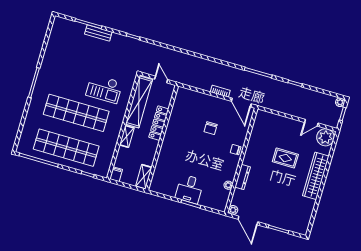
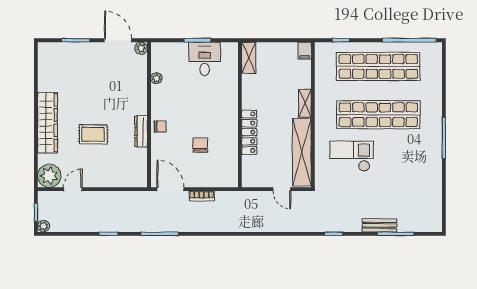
locker: (159, 123) -> (249, 132), moved
wall: (162, 138) -> (240, 115), moved
shelving: (144, 177) -> (249, 58), moved
dresser: (243, 177) -> (141, 131), moved

